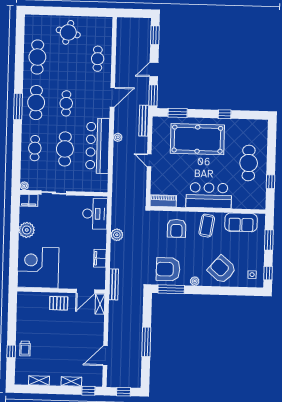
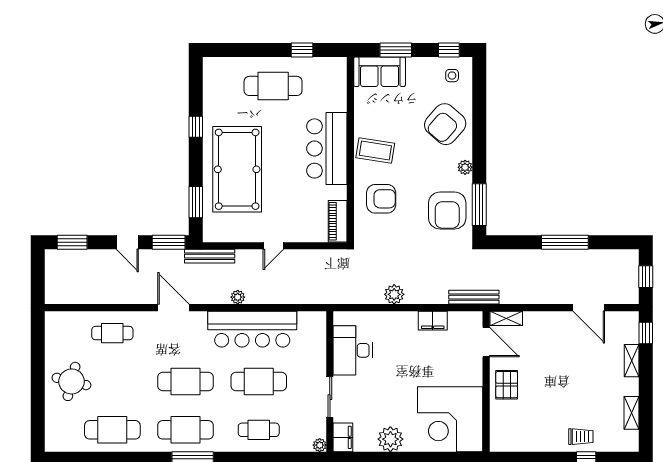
cafe table: (66, 103) -> (186, 381), width x1.37, depth x1.35
desk: (95, 214) -> (353, 350), moved, turned -90
sofa: (241, 222) -> (380, 72), moved, turned 90

